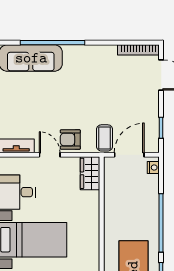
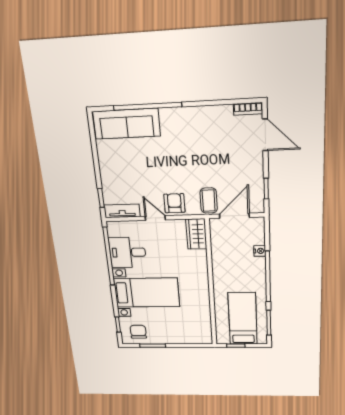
bookcase: (138, 50) -> (248, 109), width x0.64
armchair: (70, 140) -> (174, 203), turned 90
nightstand: (153, 167) -> (260, 251), moved

